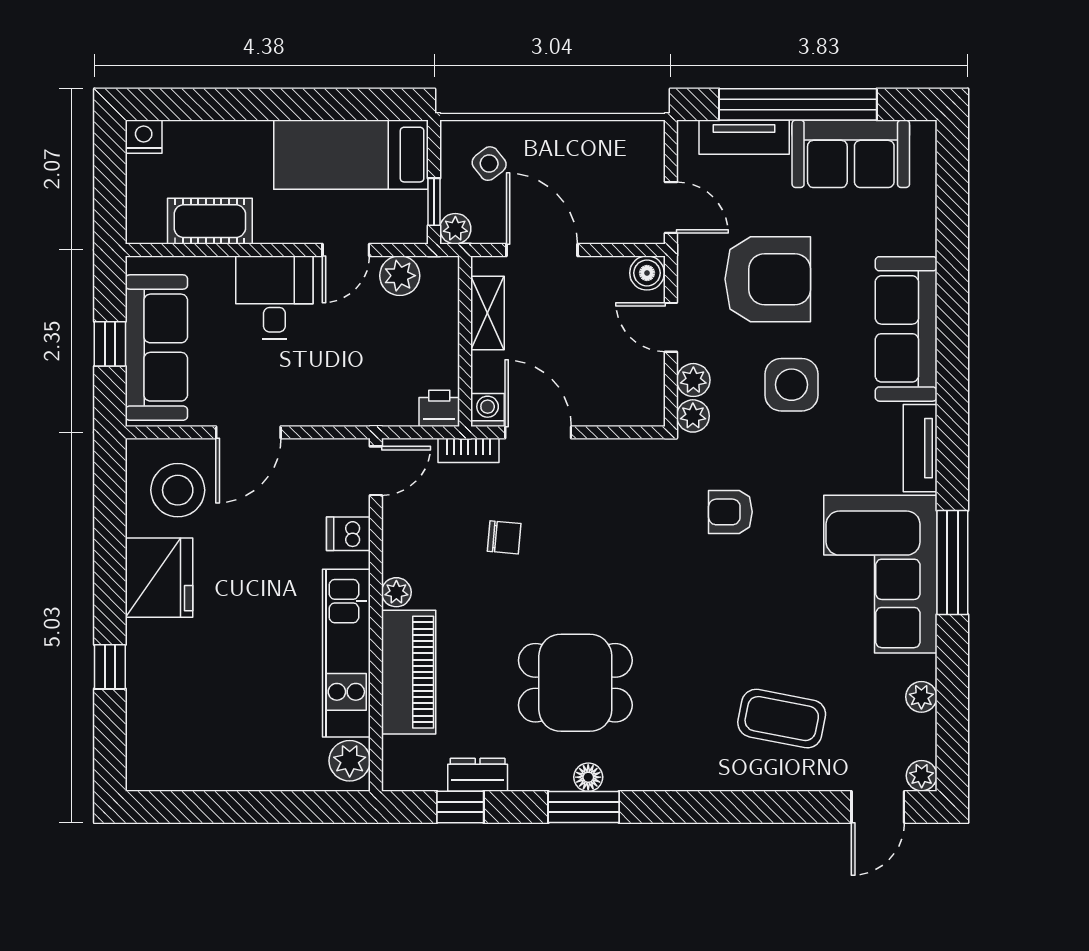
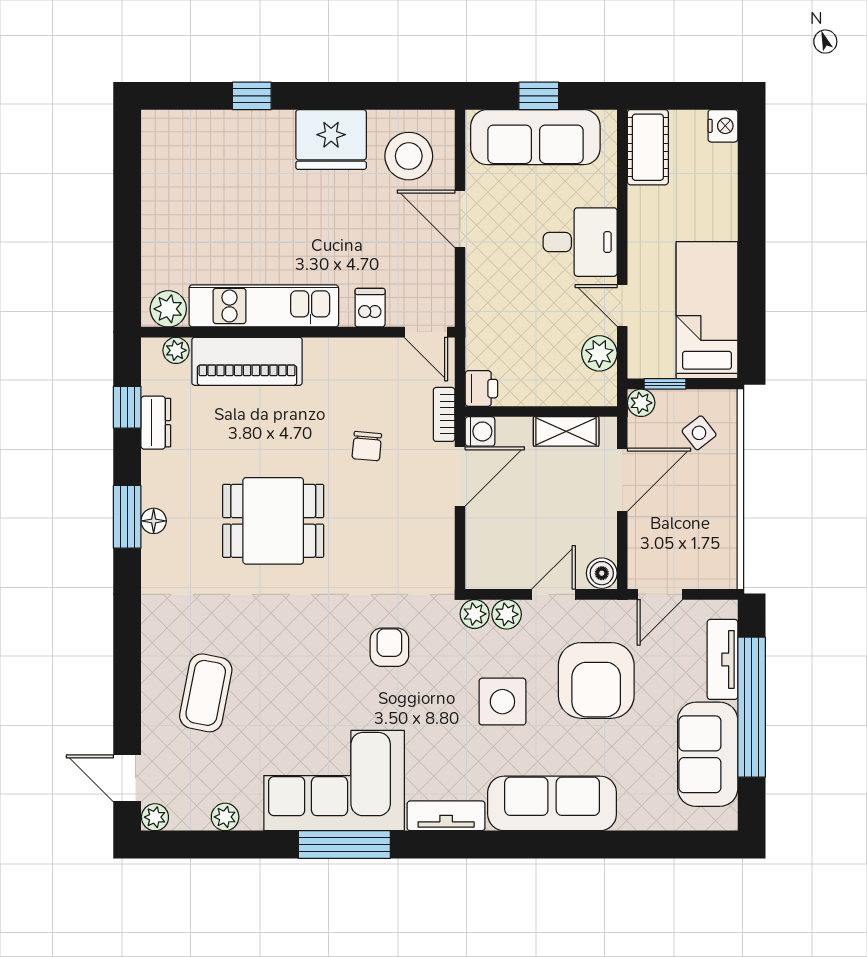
cot: (210, 221) -> (648, 147), moved
plant: (396, 592) -> (176, 350), moved
dining table: (575, 683) -> (273, 521), moved, turned 90

